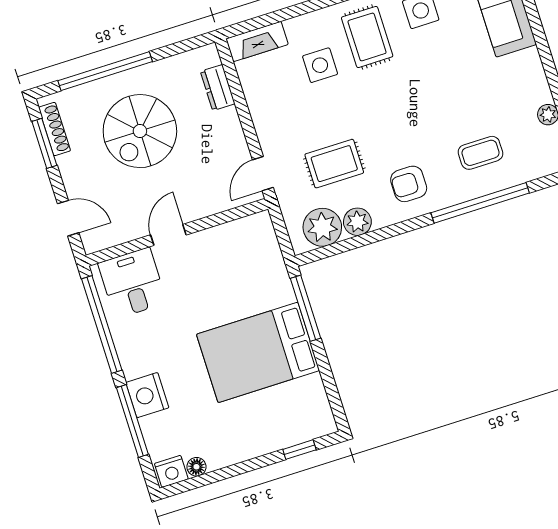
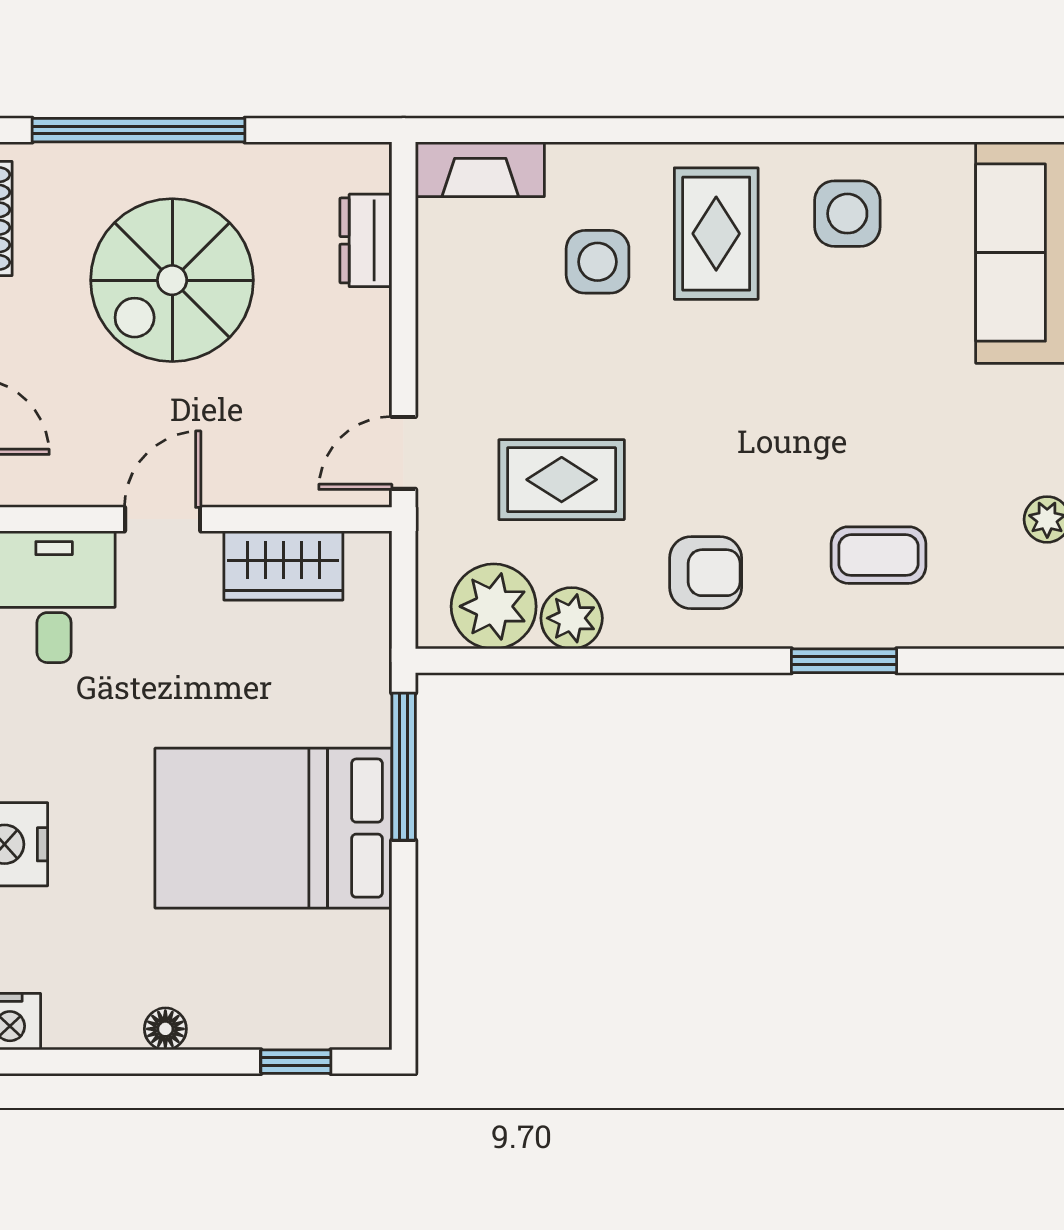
armchair: (409, 184) -> (706, 573), turned 180
window: (480, 203) -> (844, 661), width x0.47
wardrobe: (227, 238) -> (283, 566), added
floor lamp: (196, 467) -> (165, 1029), moved

